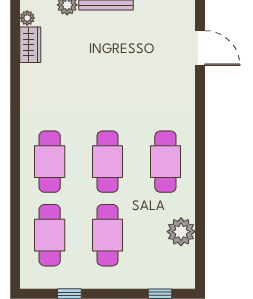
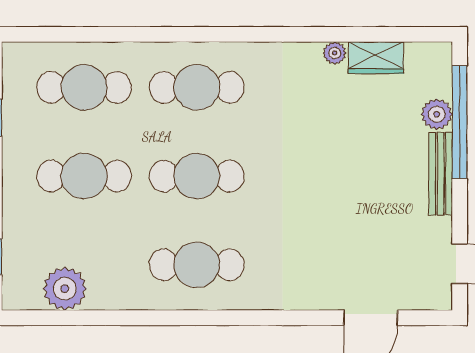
plant: (27, 18) -> (335, 53), moved
plant: (181, 232) -> (65, 289), moved

